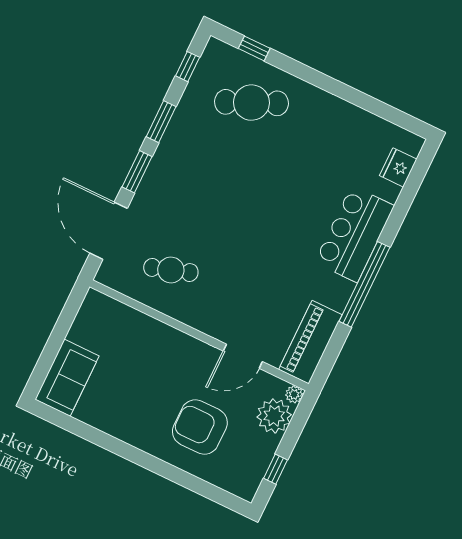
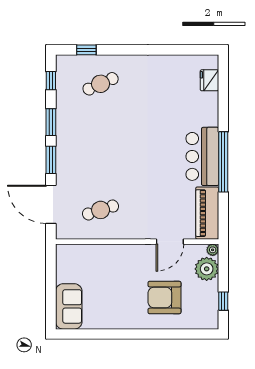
cafe table: (251, 103) -> (101, 84), width x0.73, depth x0.74
bar counter: (354, 234) -> (202, 156), moved

